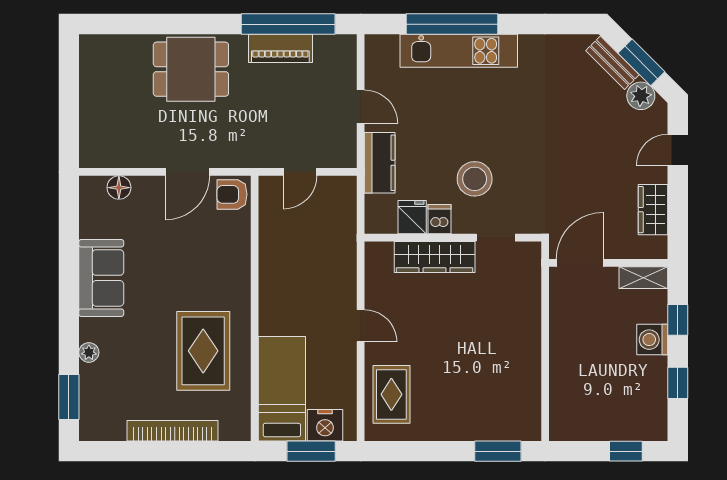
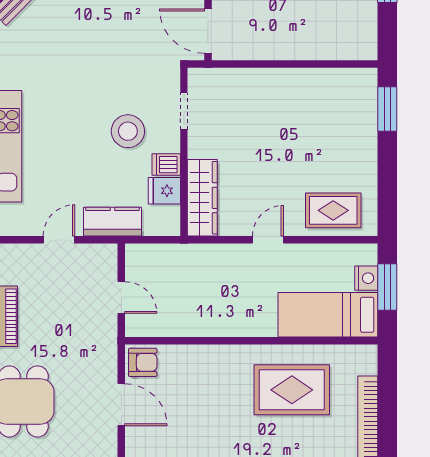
armchair: (232, 194) -> (143, 362), turned -90
wardrobe: (435, 257) -> (202, 198), moved
nightstand: (325, 425) -> (366, 278), width x0.74, depth x0.75

